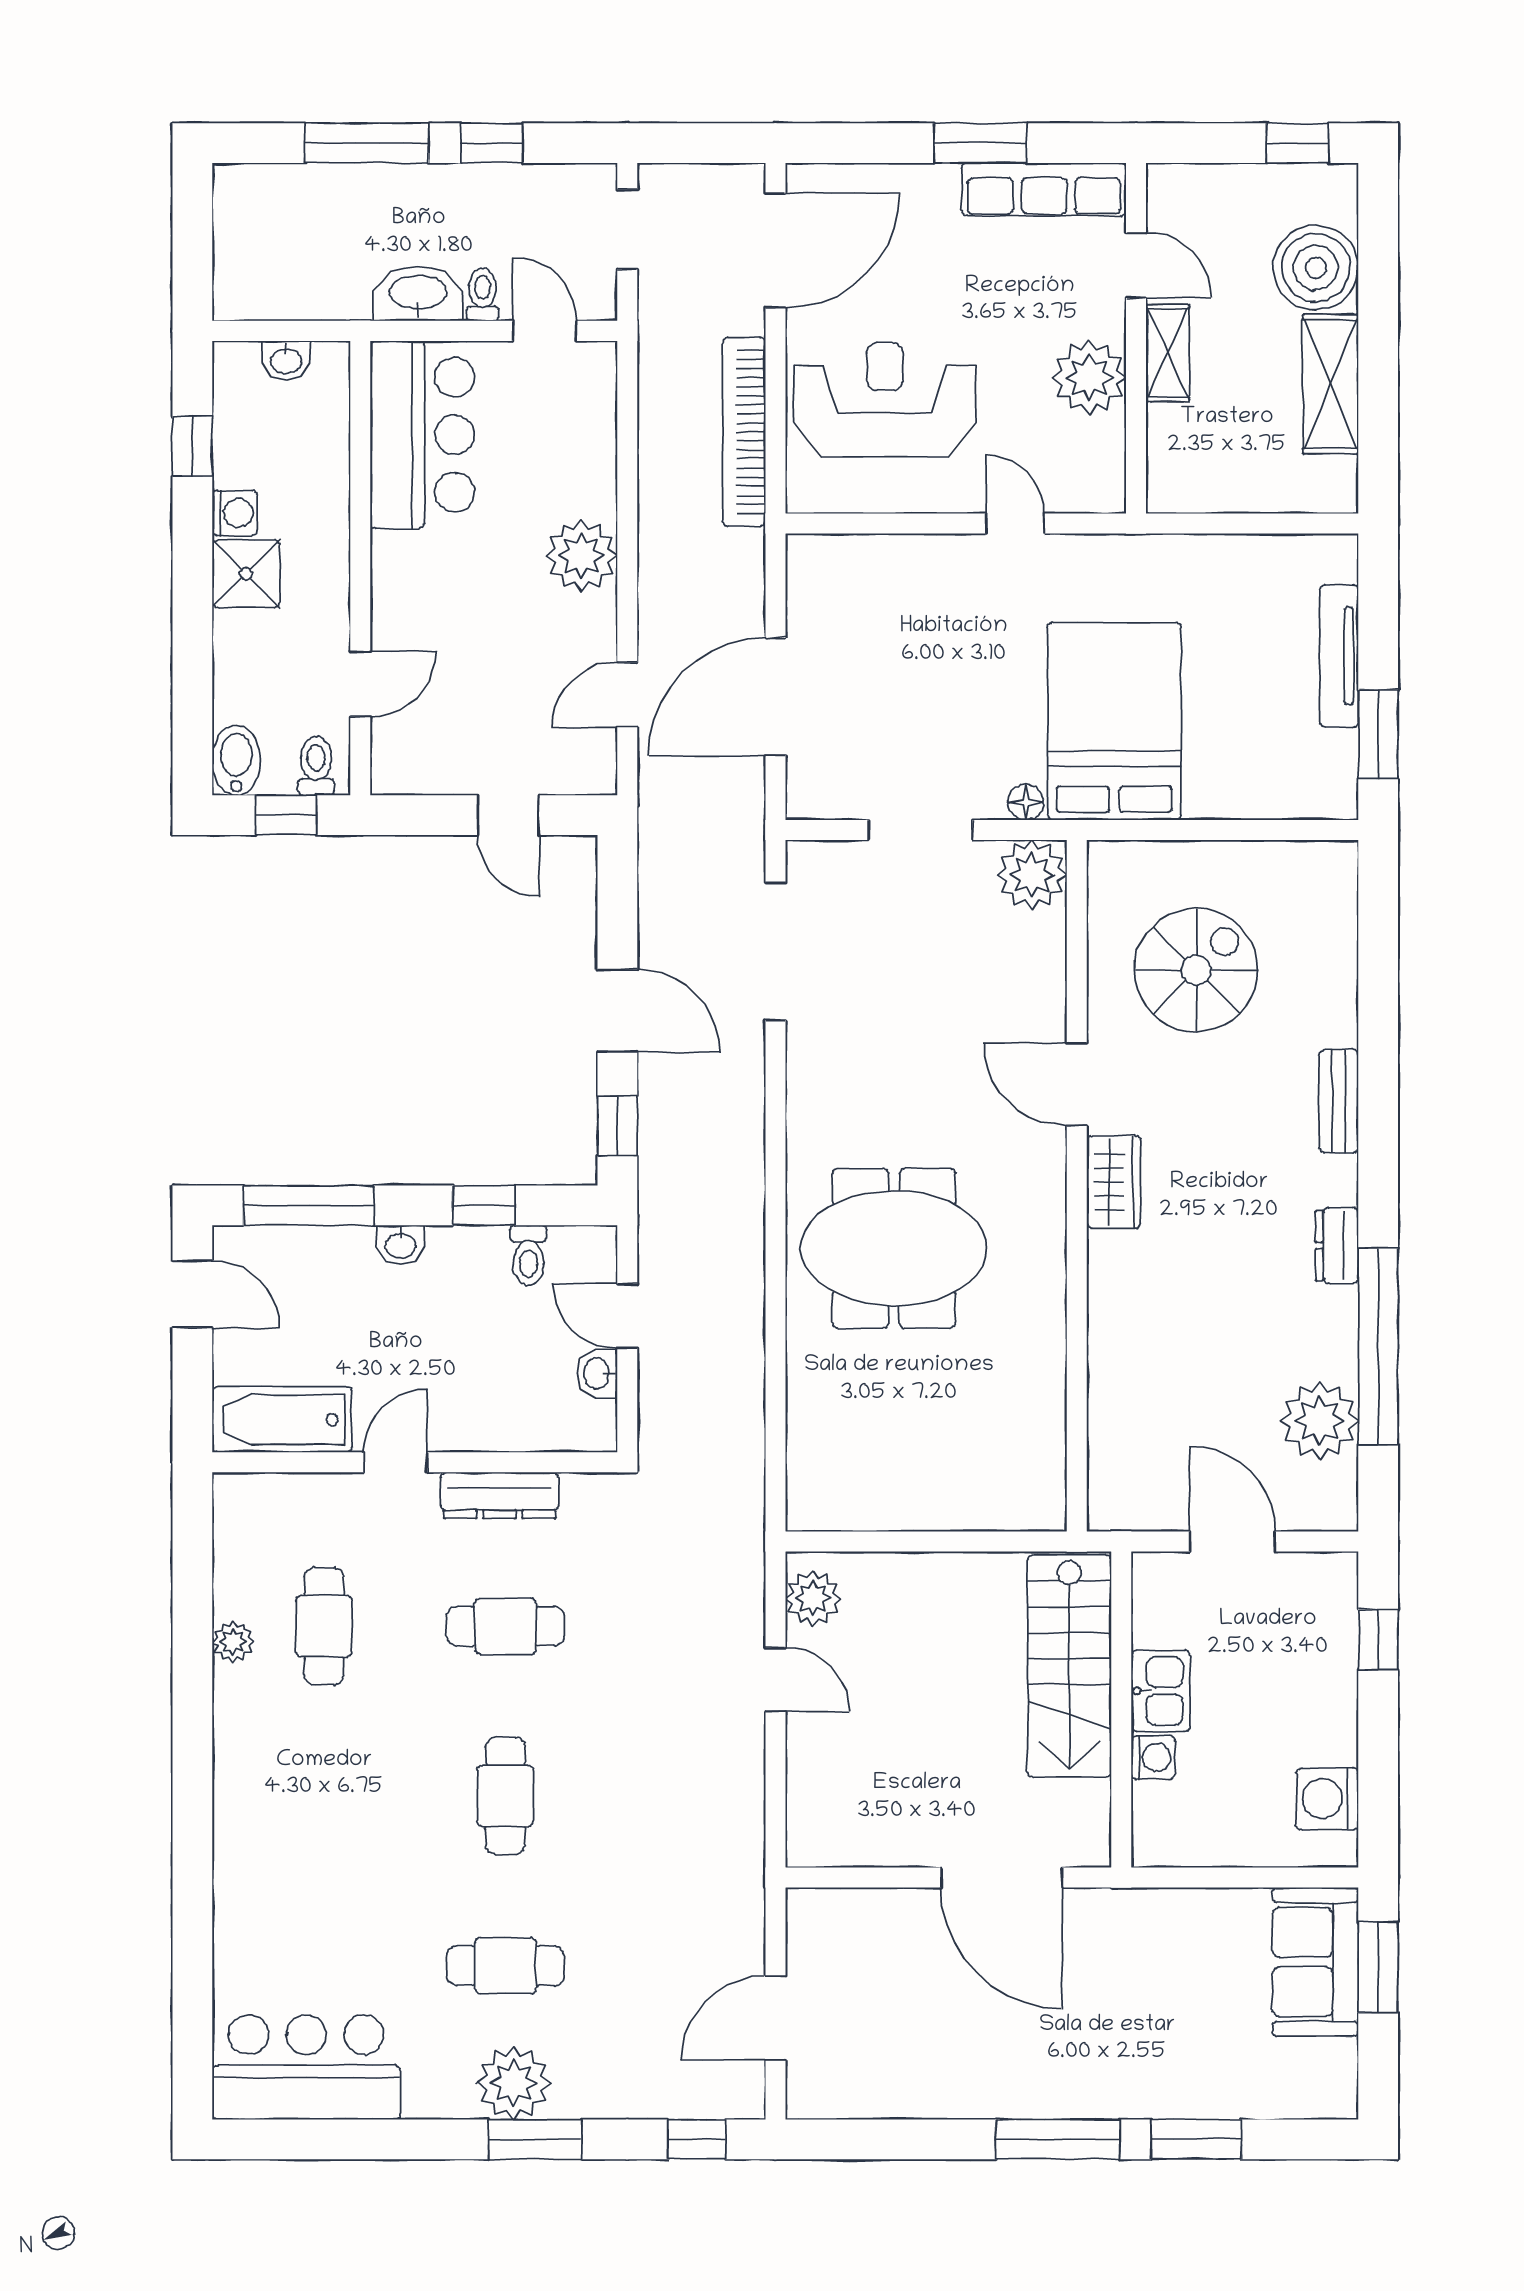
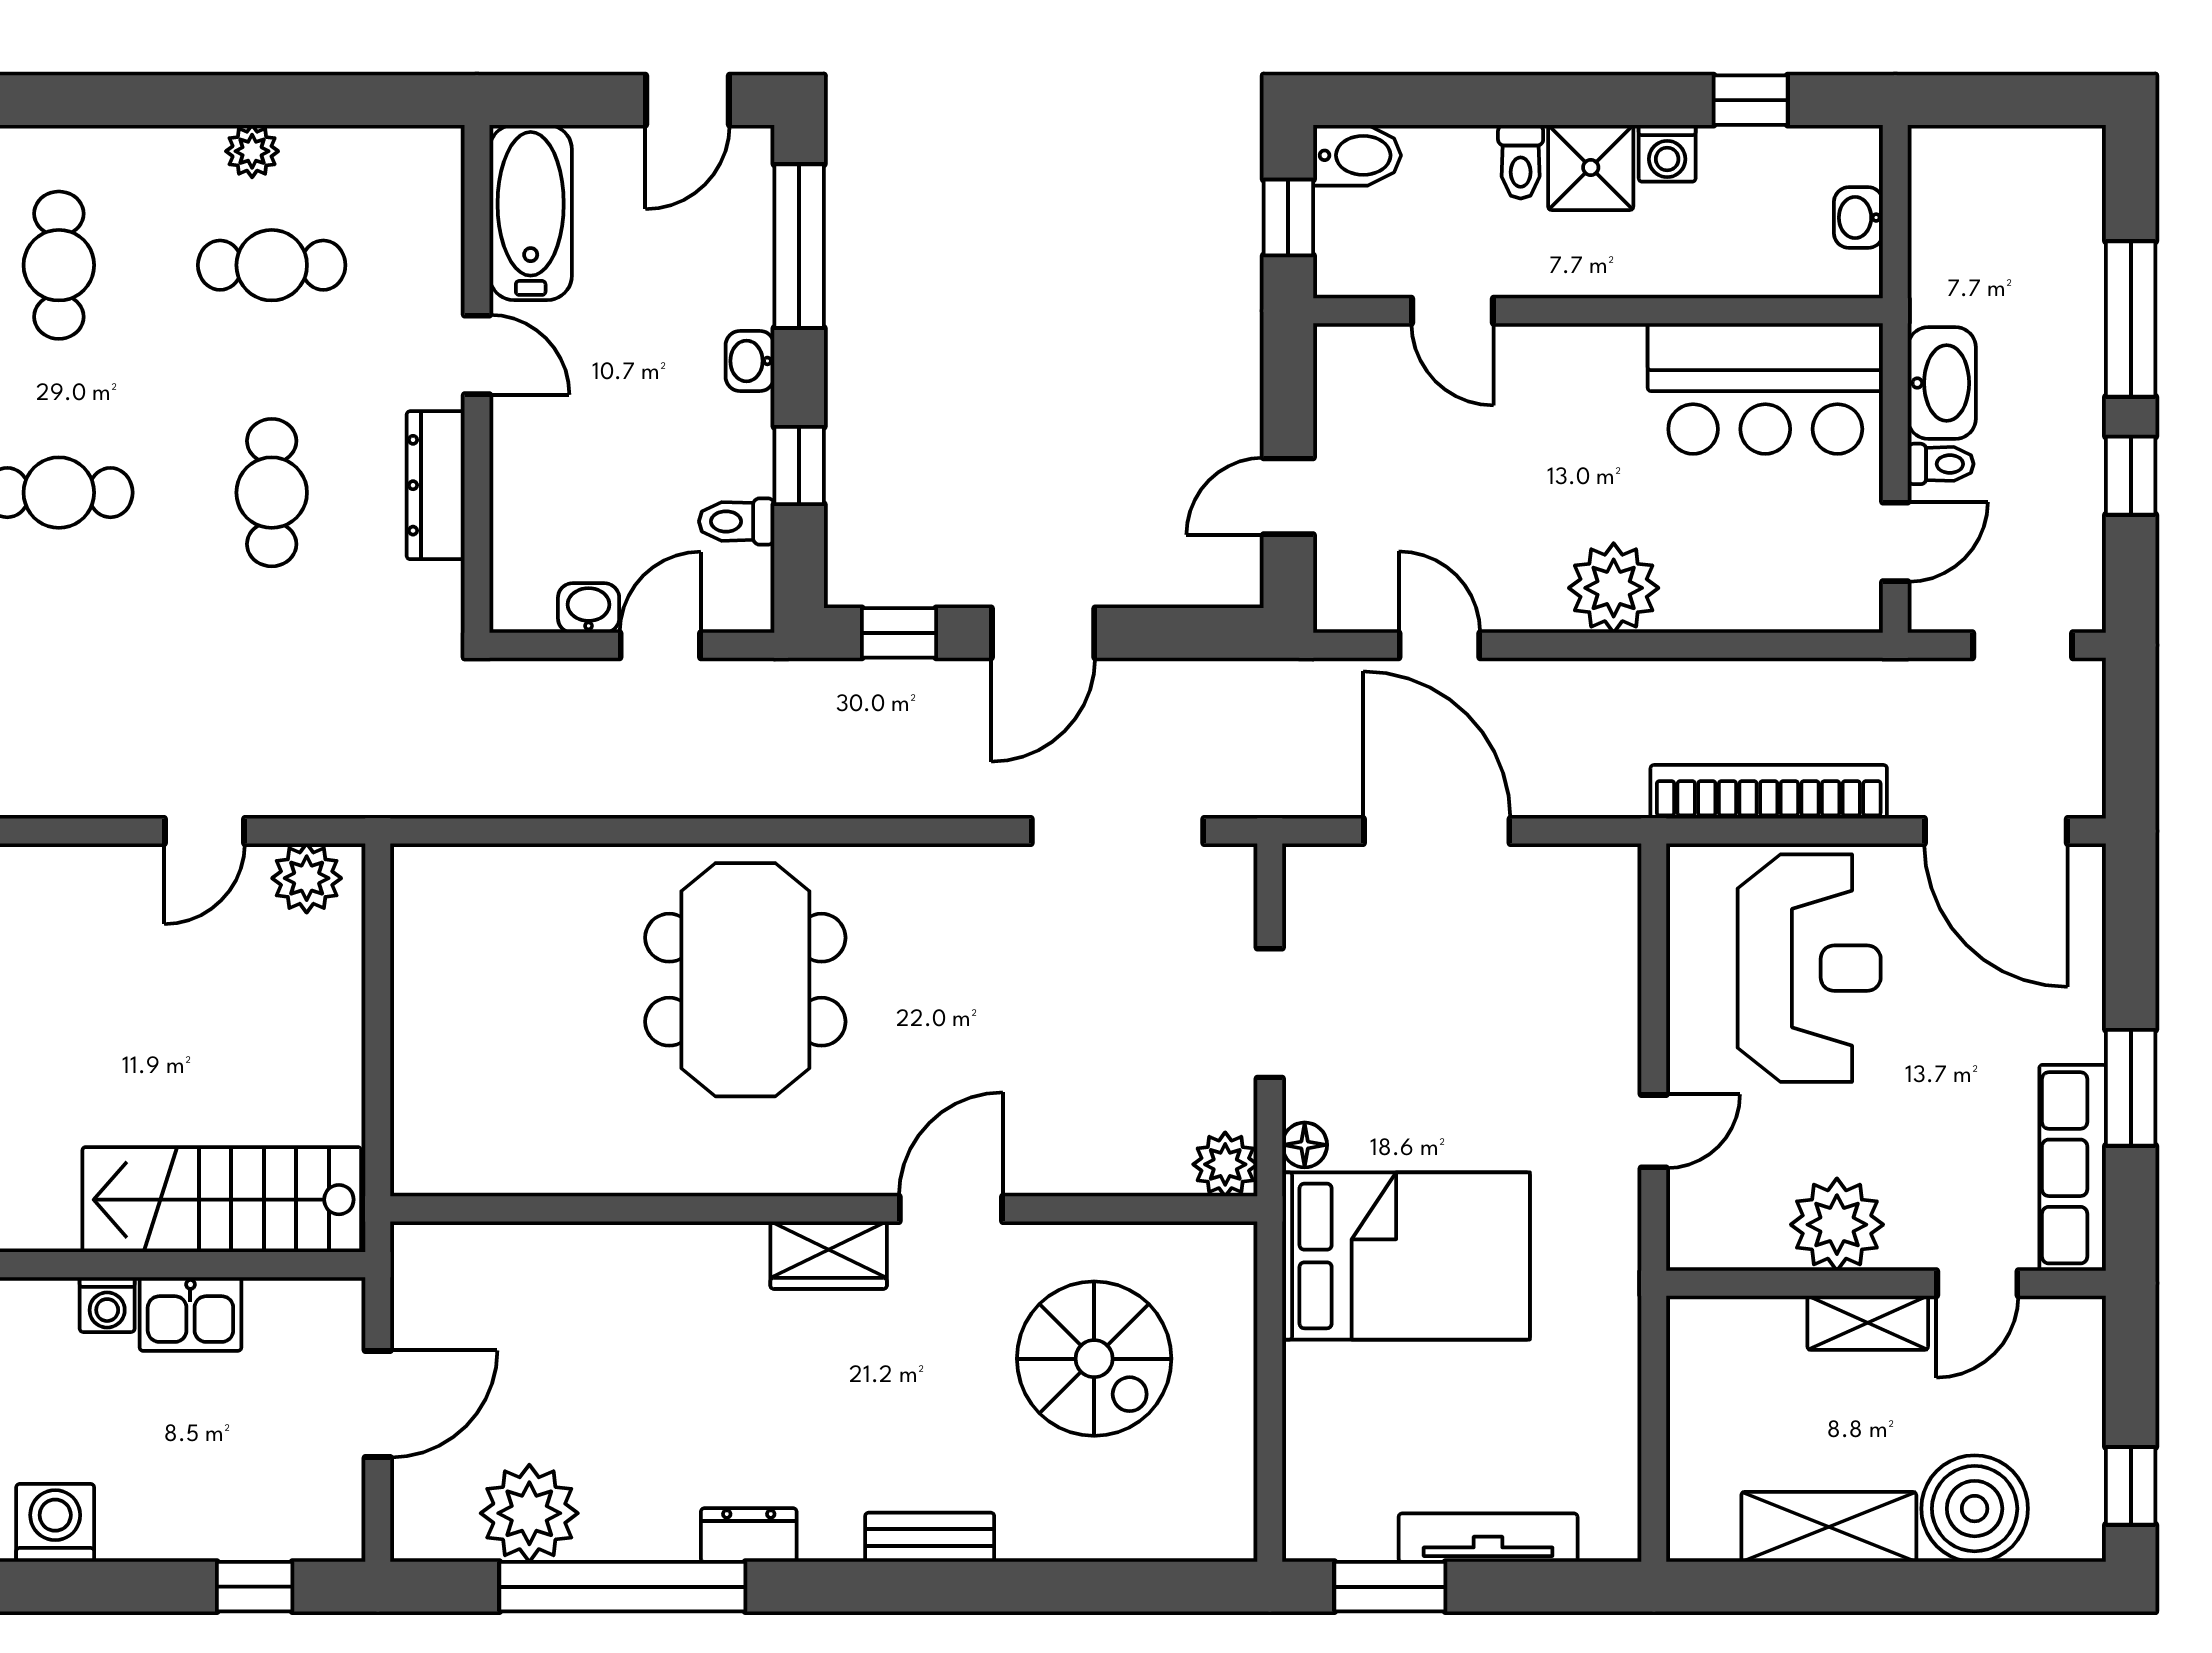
toilet: (316, 766) -> (1521, 162), moved, turned 90
plant: (1032, 875) -> (1225, 1164), width x0.73, depth x0.73
cafe table: (324, 1796) -> (59, 265), added

